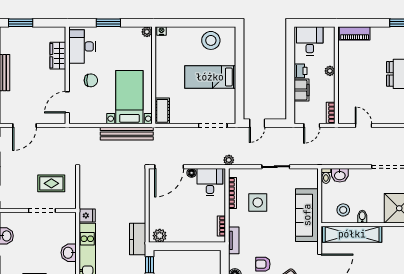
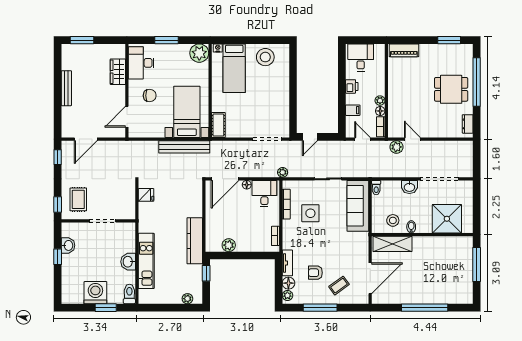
plant: (147, 32) -> (199, 53), width x1.87, depth x1.87
plant: (330, 71) -> (380, 101), moved
bed: (210, 77) -> (234, 68), moved, turned -90
filing cabinet: (302, 90) -> (353, 110), width x0.50
floor lamp: (330, 96) -> (380, 111), added
door: (312, 126) -> (363, 139), swing flipped
plant: (347, 134) -> (396, 147), added
washbasin: (340, 175) -> (409, 187), moved
rug: (51, 183) -> (78, 199), moved, turned 90
fridge: (87, 215) -> (146, 195), moved
sofa: (307, 215) -> (358, 206), moved
shelving: (352, 234) -> (392, 244), width x0.68
plant: (160, 236) -> (229, 245), moved
kitchen counter: (138, 239) -> (195, 241), width x1.50
tv unit: (234, 240) -> (287, 263), moved

